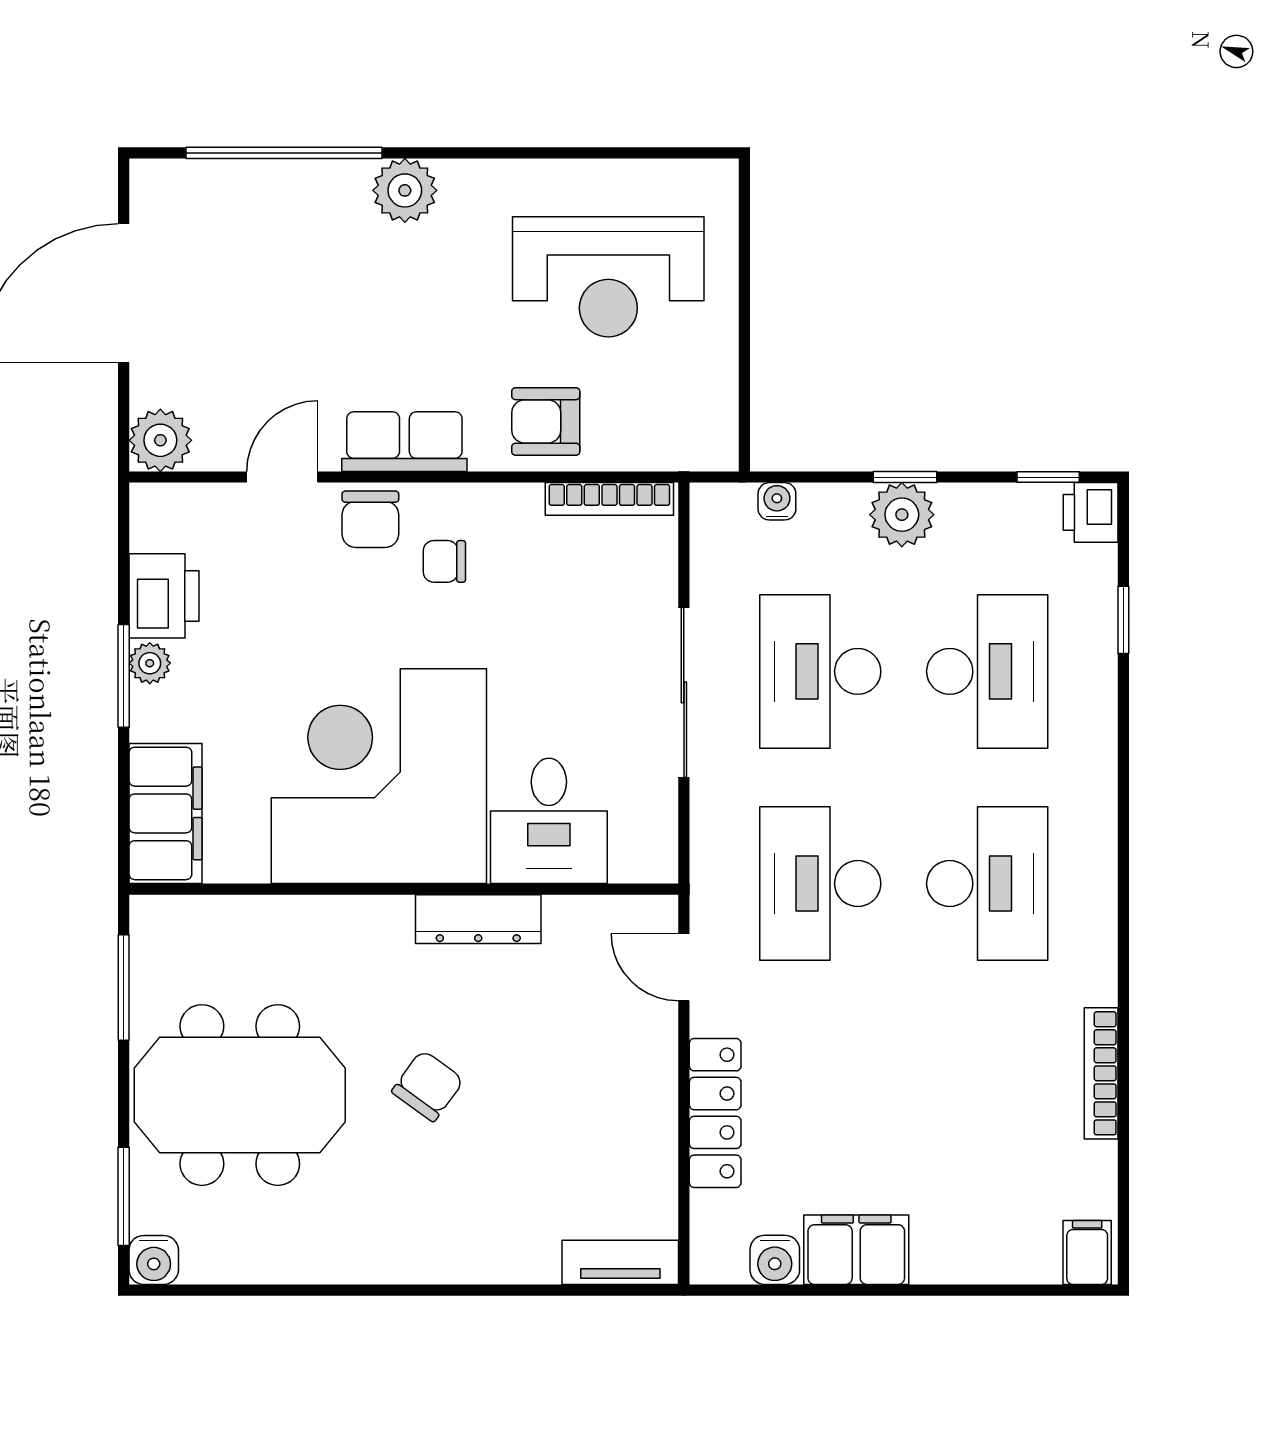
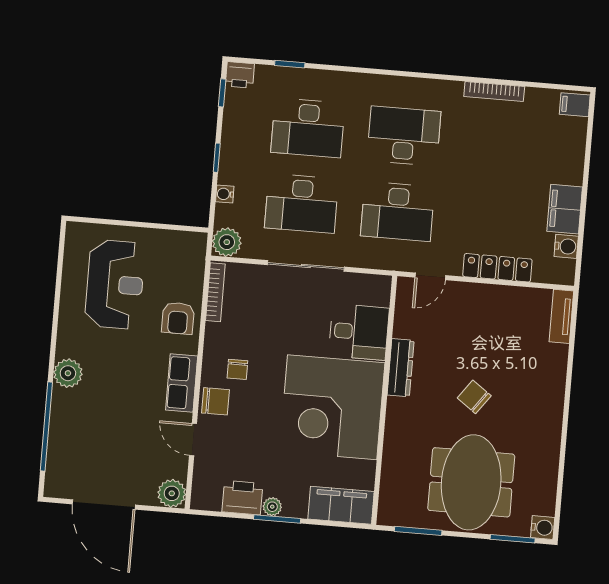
water cooler: (777, 501) -> (225, 194), moved
plant: (902, 515) -> (227, 242), moved
desk: (987, 671) -> (308, 128), turned 180

